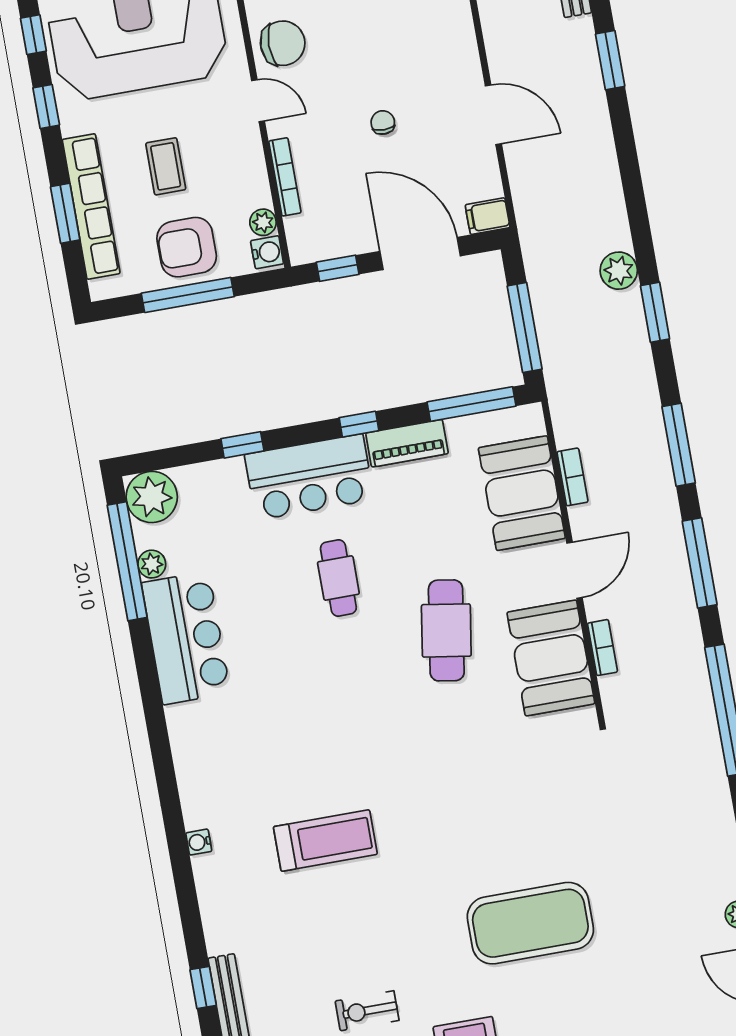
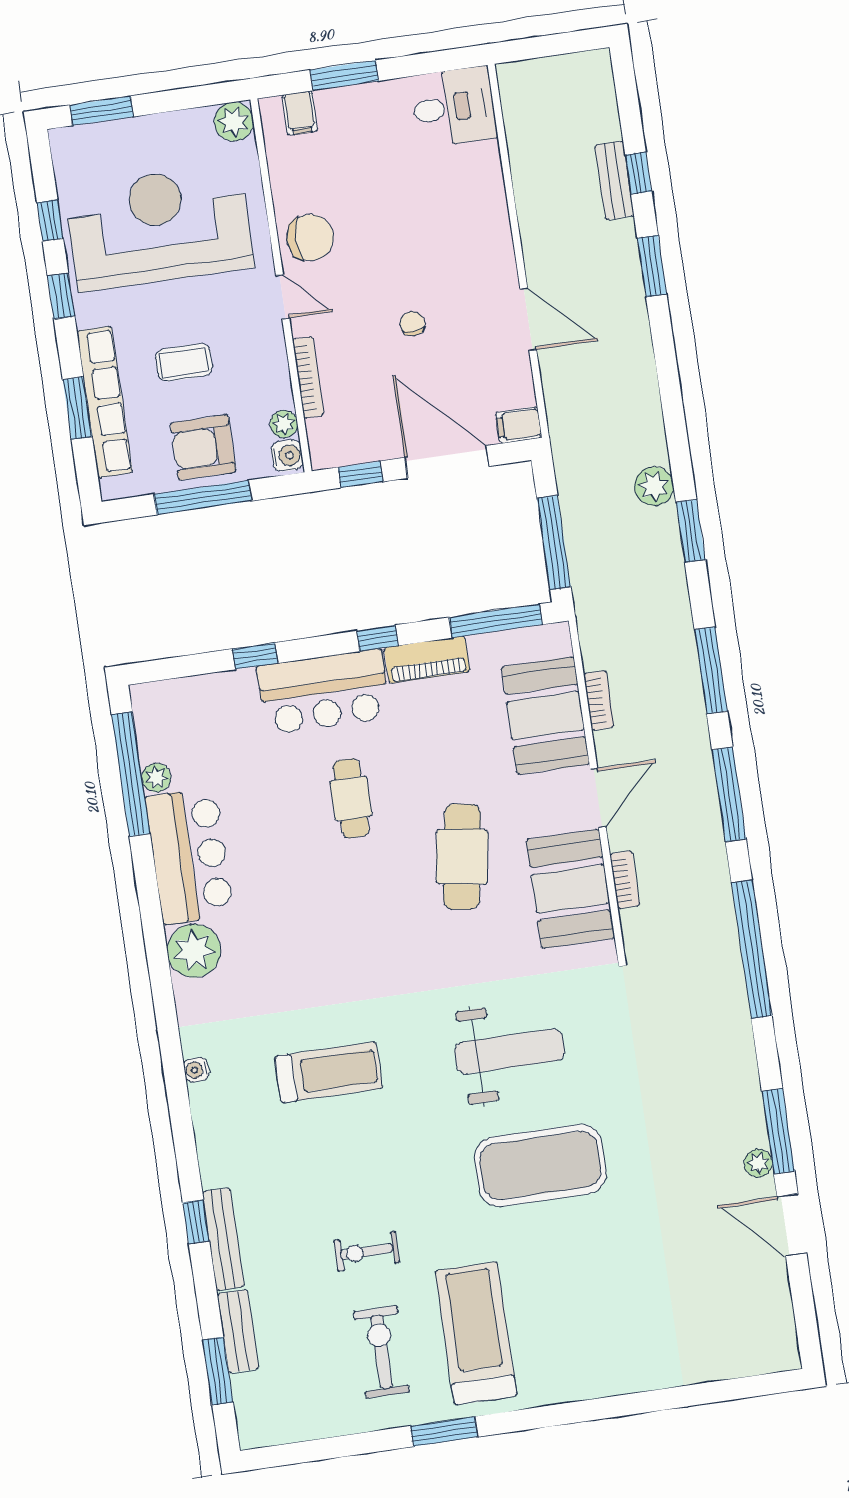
coffee table: (166, 166) -> (184, 362), turned 90
plant: (152, 497) -> (194, 951), moved
weight bench: (498, 815) -> (510, 1051), added

